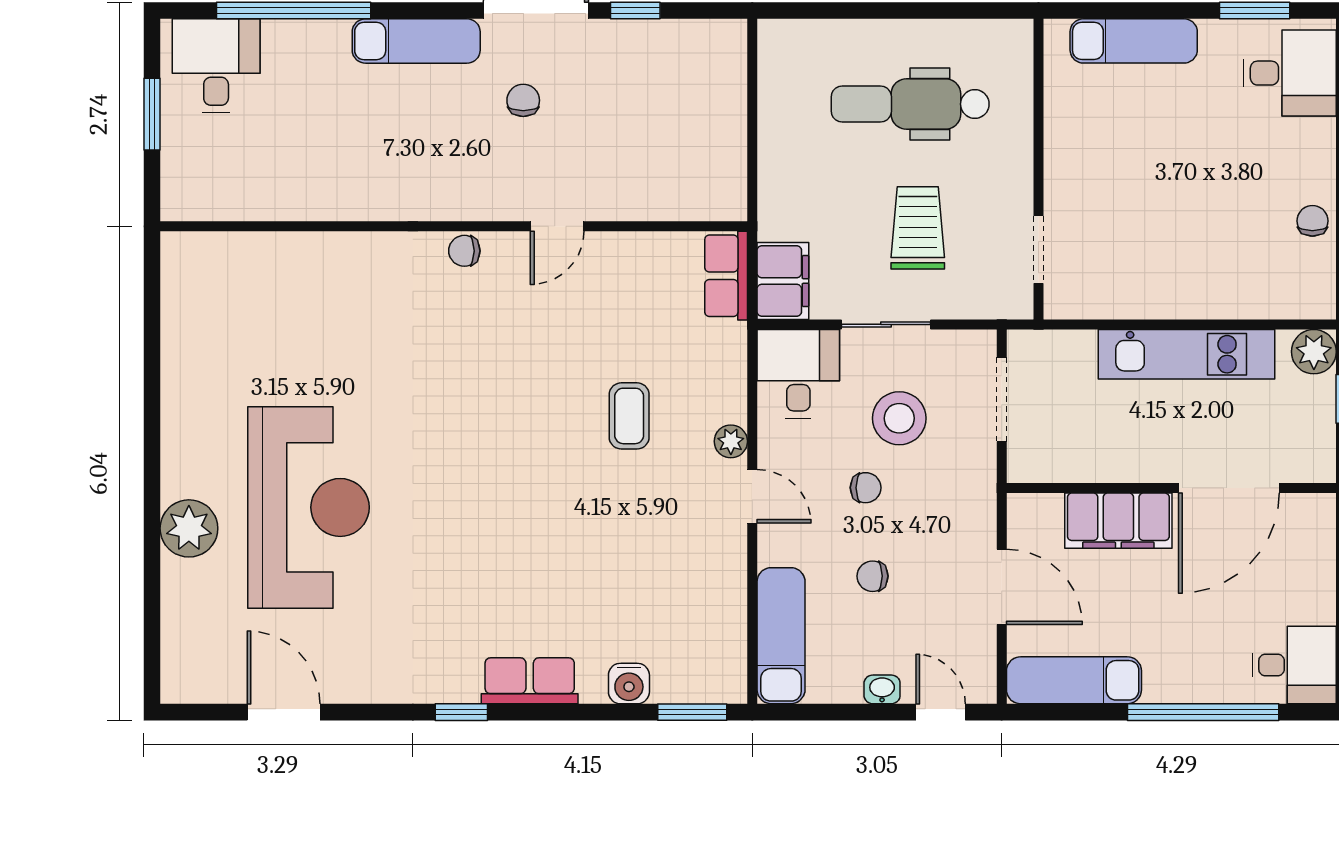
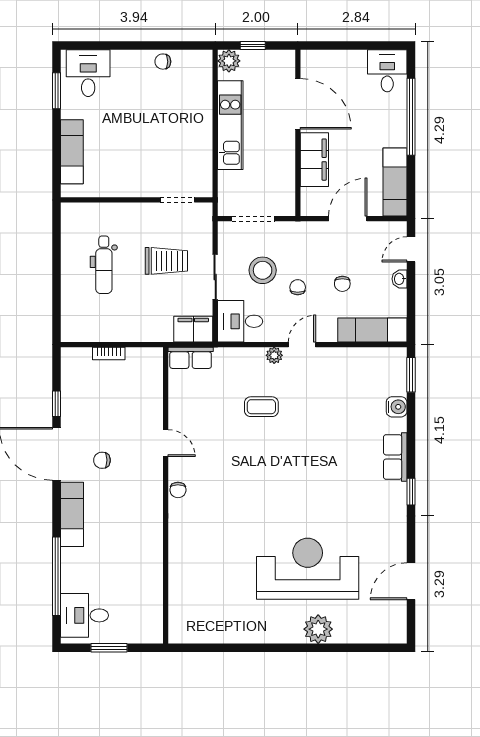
dental chair: (910, 104) -> (104, 265), width x0.73, depth x0.72
bookcase: (735, 114) -> (109, 353), added
trolley: (918, 228) -> (166, 261), turned 180

